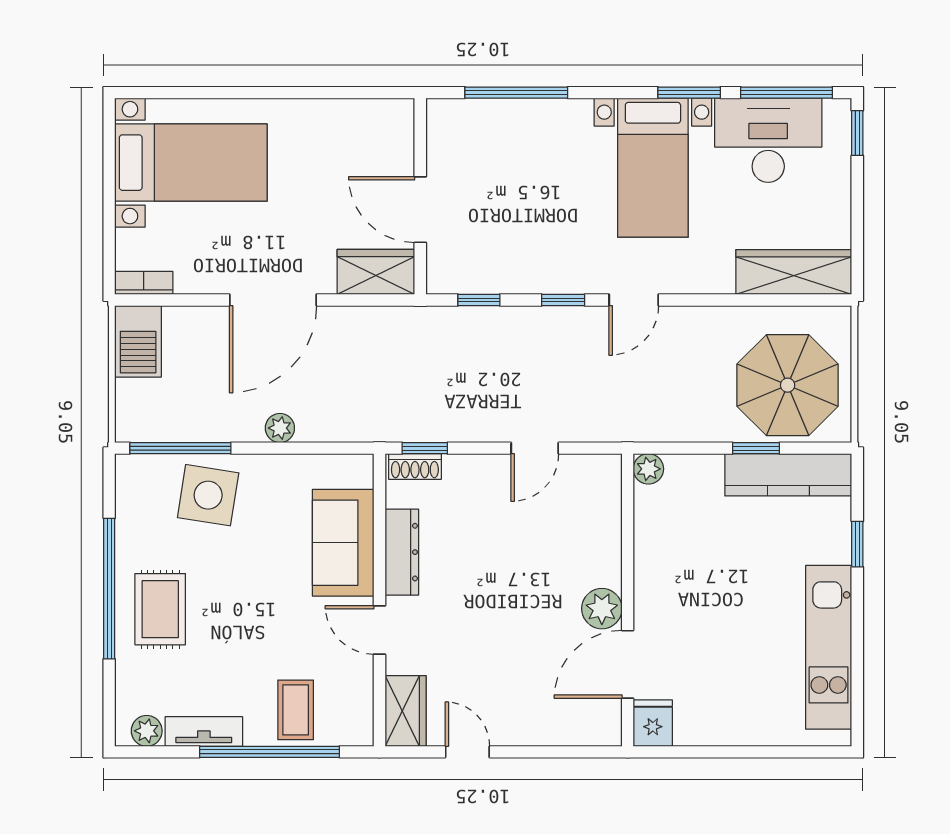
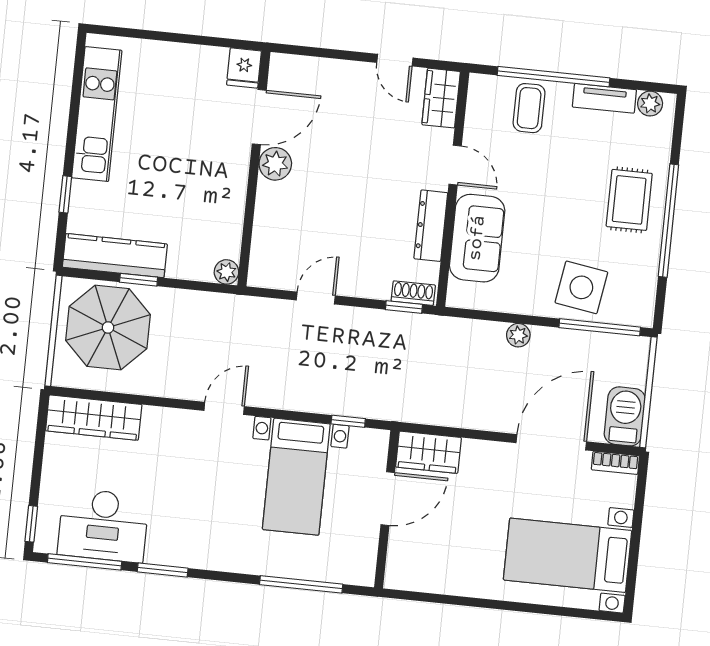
bed with nightstands: (653, 168) -> (296, 477), moved, turned 180
door: (420, 210) -> (388, 499), hinge flipped
door: (273, 300) -> (551, 442), moved
window: (563, 300) -> (281, 414), removed

